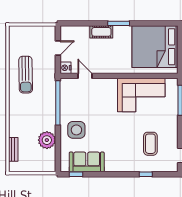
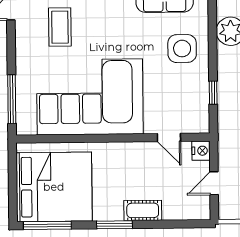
window: (159, 23) -> (47, 225), added
corner sofa: (141, 95) -> (90, 97), width x1.36, depth x1.36
window: (58, 103) -> (213, 93), width x0.32

